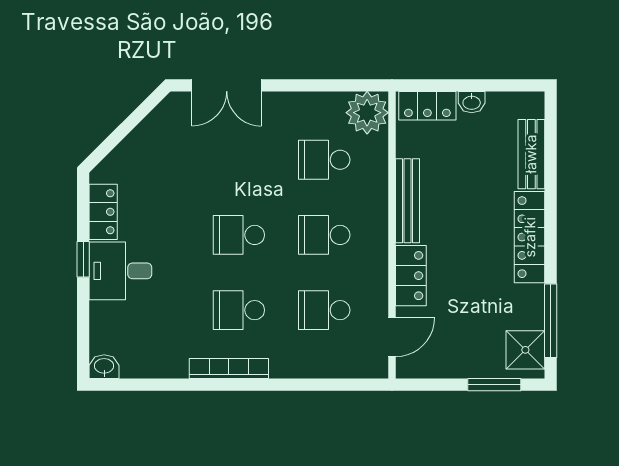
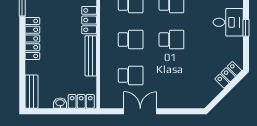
double door: (227, 85) -> (140, 111), moved
plant: (367, 113) -> (110, 98), removed
bench: (531, 154) -> (31, 92), moved
locker: (103, 212) -> (228, 75), moved, turned 45

